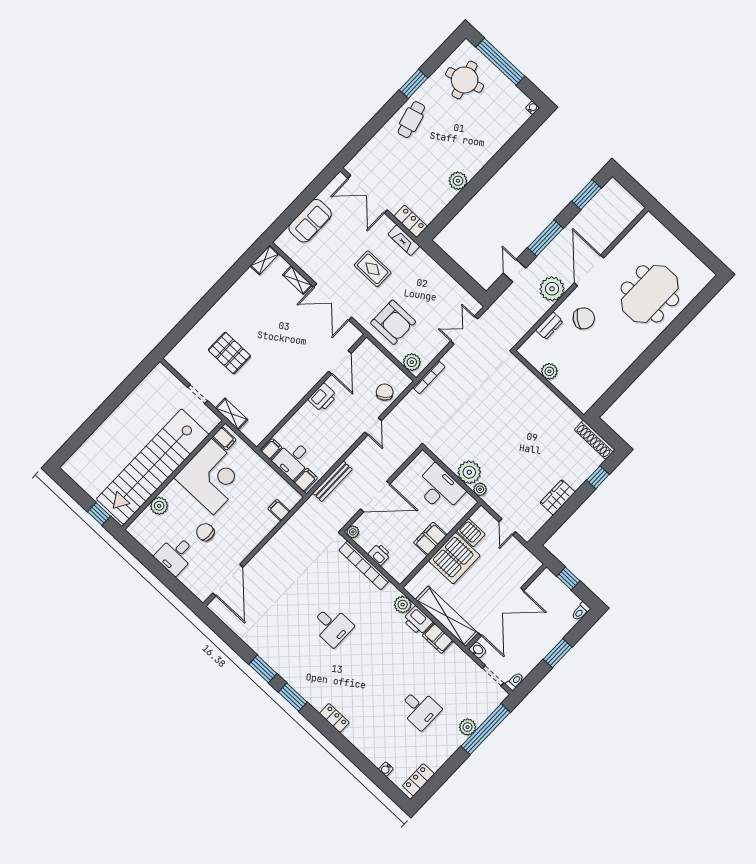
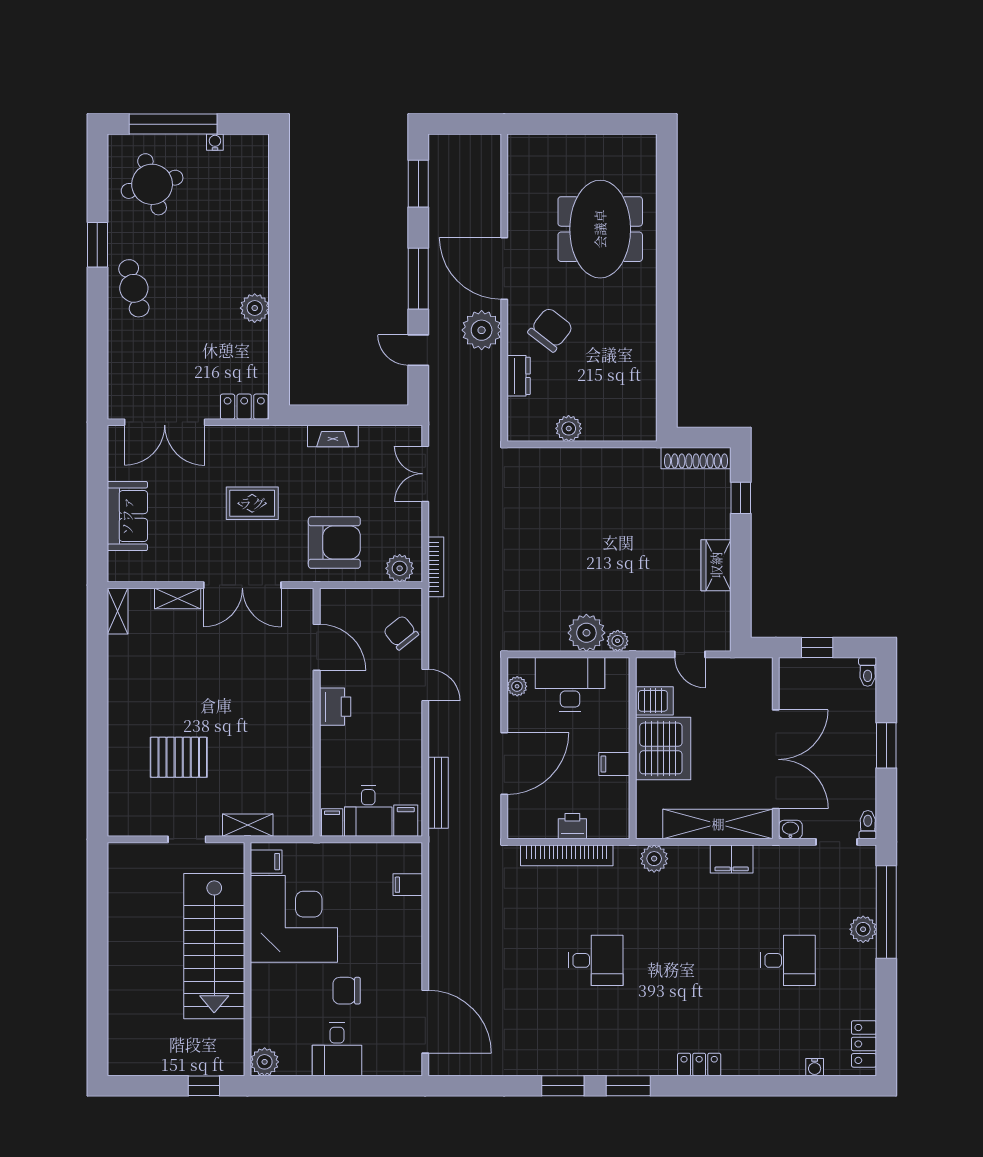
water cooler: (532, 108) -> (215, 142), moved
fireplace: (404, 240) -> (333, 436), moved
stairs: (153, 467) -> (214, 946), width x0.73
plant: (159, 506) -> (265, 1062), moved
plant: (353, 532) -> (517, 686), moved
filing cabinet: (430, 539) -> (614, 764), width x0.50
printer: (418, 621) -> (689, 861), removed

